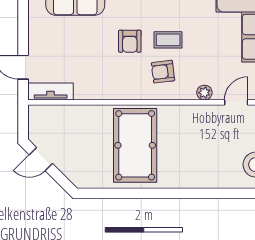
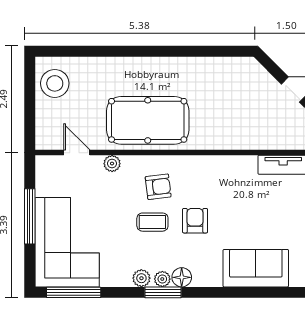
door: (236, 102) -> (77, 153), swing flipped
pool table: (135, 145) -> (148, 120), moved, turned 90

